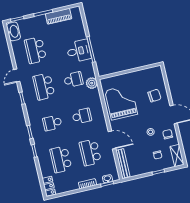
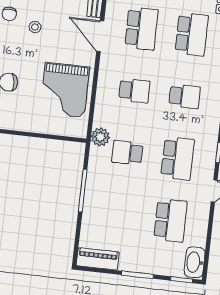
piano: (59, 16) -> (98, 259), moved
desk: (79, 51) -> (103, 195), removed
school desk: (82, 116) -> (134, 91), turned 180

